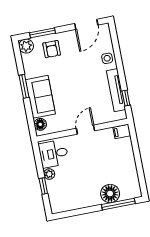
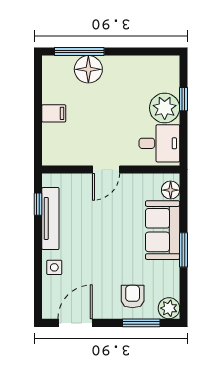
filing cabinet: (122, 132) -> (54, 113), moved
plant: (49, 174) -> (165, 108), width x1.87, depth x1.87

